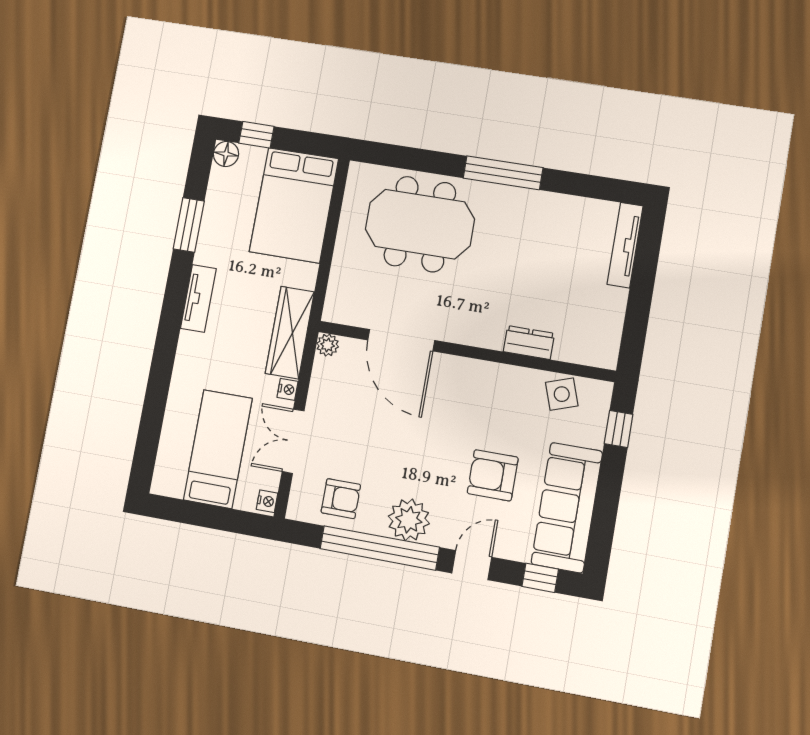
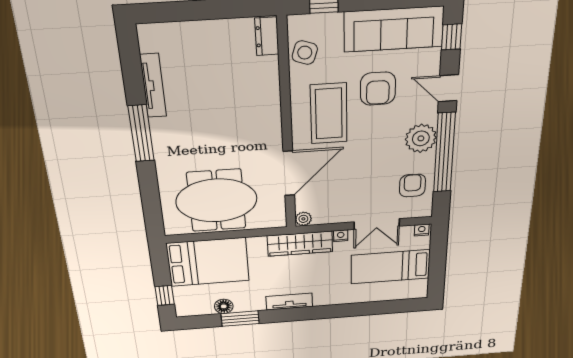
floor lamp: (226, 154) -> (224, 306), moved
meeting table: (420, 224) -> (216, 201), moved, turned 90
tv unit: (625, 245) -> (153, 86), moved, turned -90
dresser: (529, 343) -> (267, 36), moved
side table: (562, 394) -> (305, 53), turned 37
coffee table: (473, 408) -> (329, 114), added

